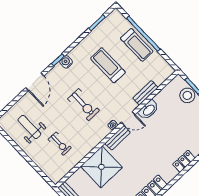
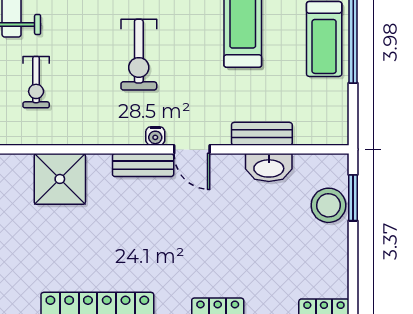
washbasin: (149, 110) -> (269, 168), moved
shower: (101, 167) -> (60, 179), width x0.73, depth x0.73

